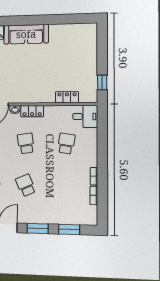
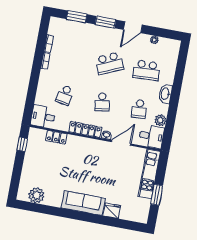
plant: (77, 32) -> (36, 195), added
locker: (32, 111) -> (85, 130), width x1.53
school desk: (26, 185) -> (109, 63), width x1.85

